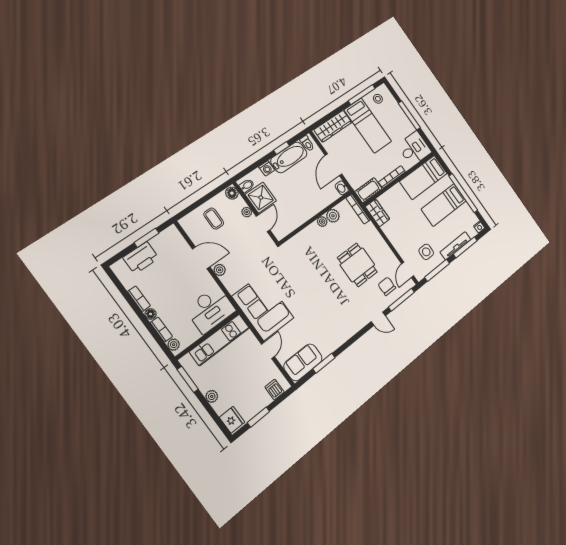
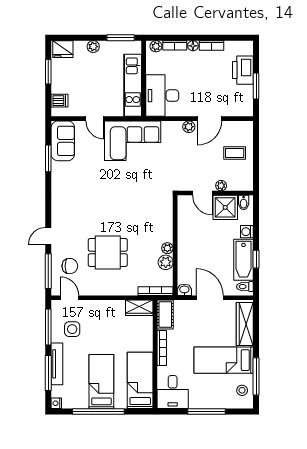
floor lamp: (232, 193) -> (246, 185), removed

